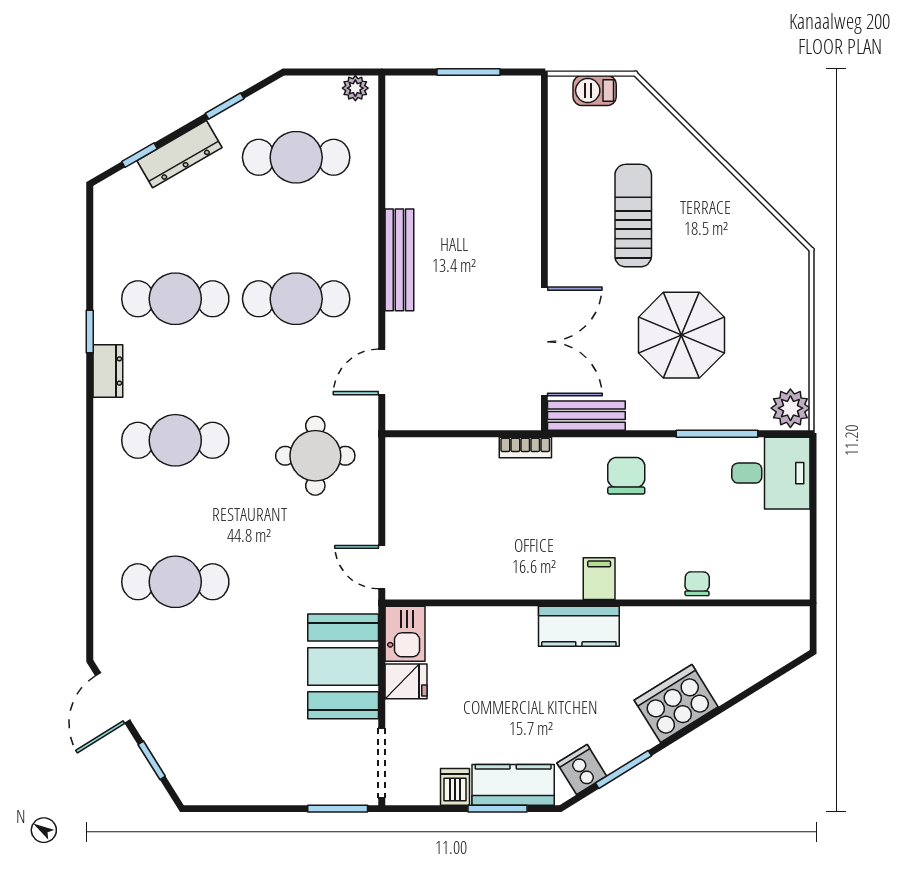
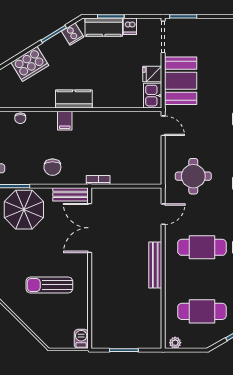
barbecue: (595, 91) -> (81, 339), moved, turned -90
sun lounger: (633, 216) -> (49, 285), turned 90
parasol: (681, 335) -> (24, 210), moved

